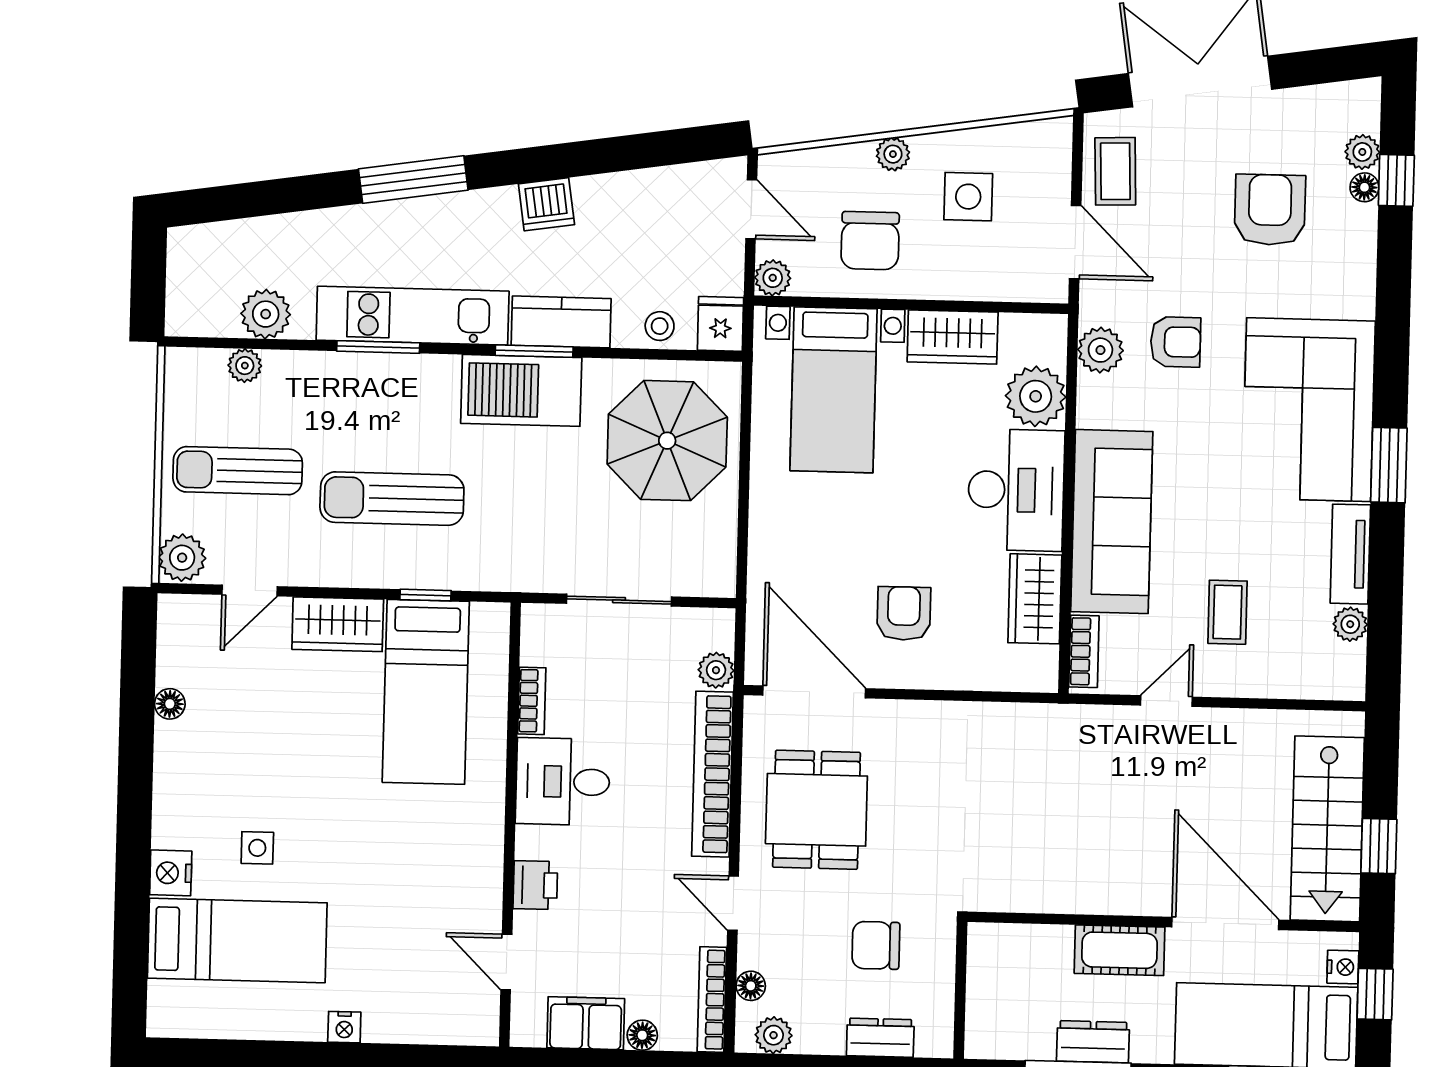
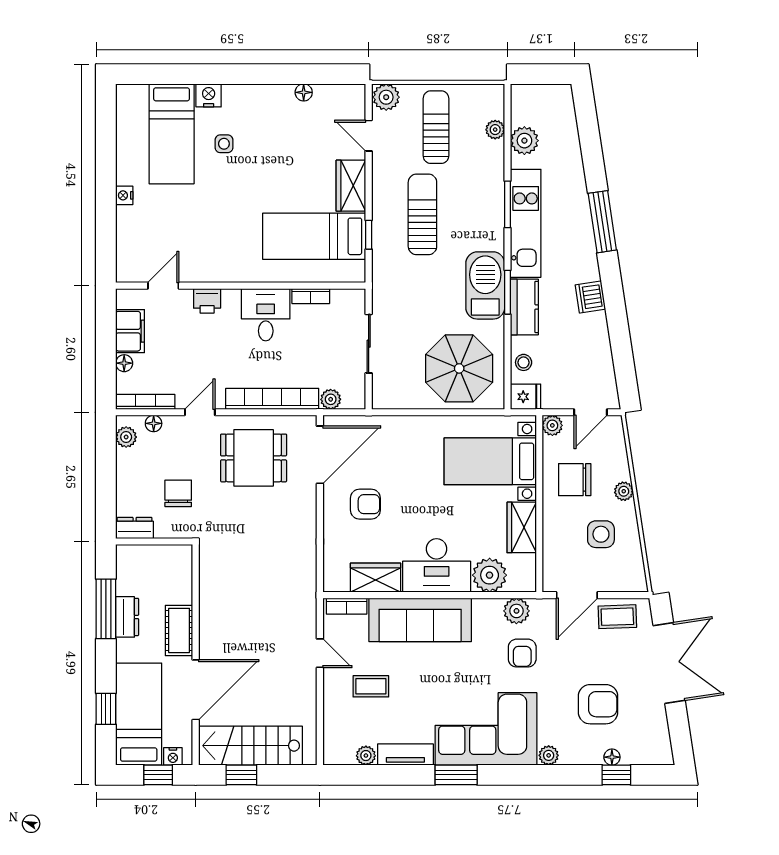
plant: (1362, 152) -> (549, 755), moved
dresser: (880, 1038) -> (135, 528), moved, turned -90

